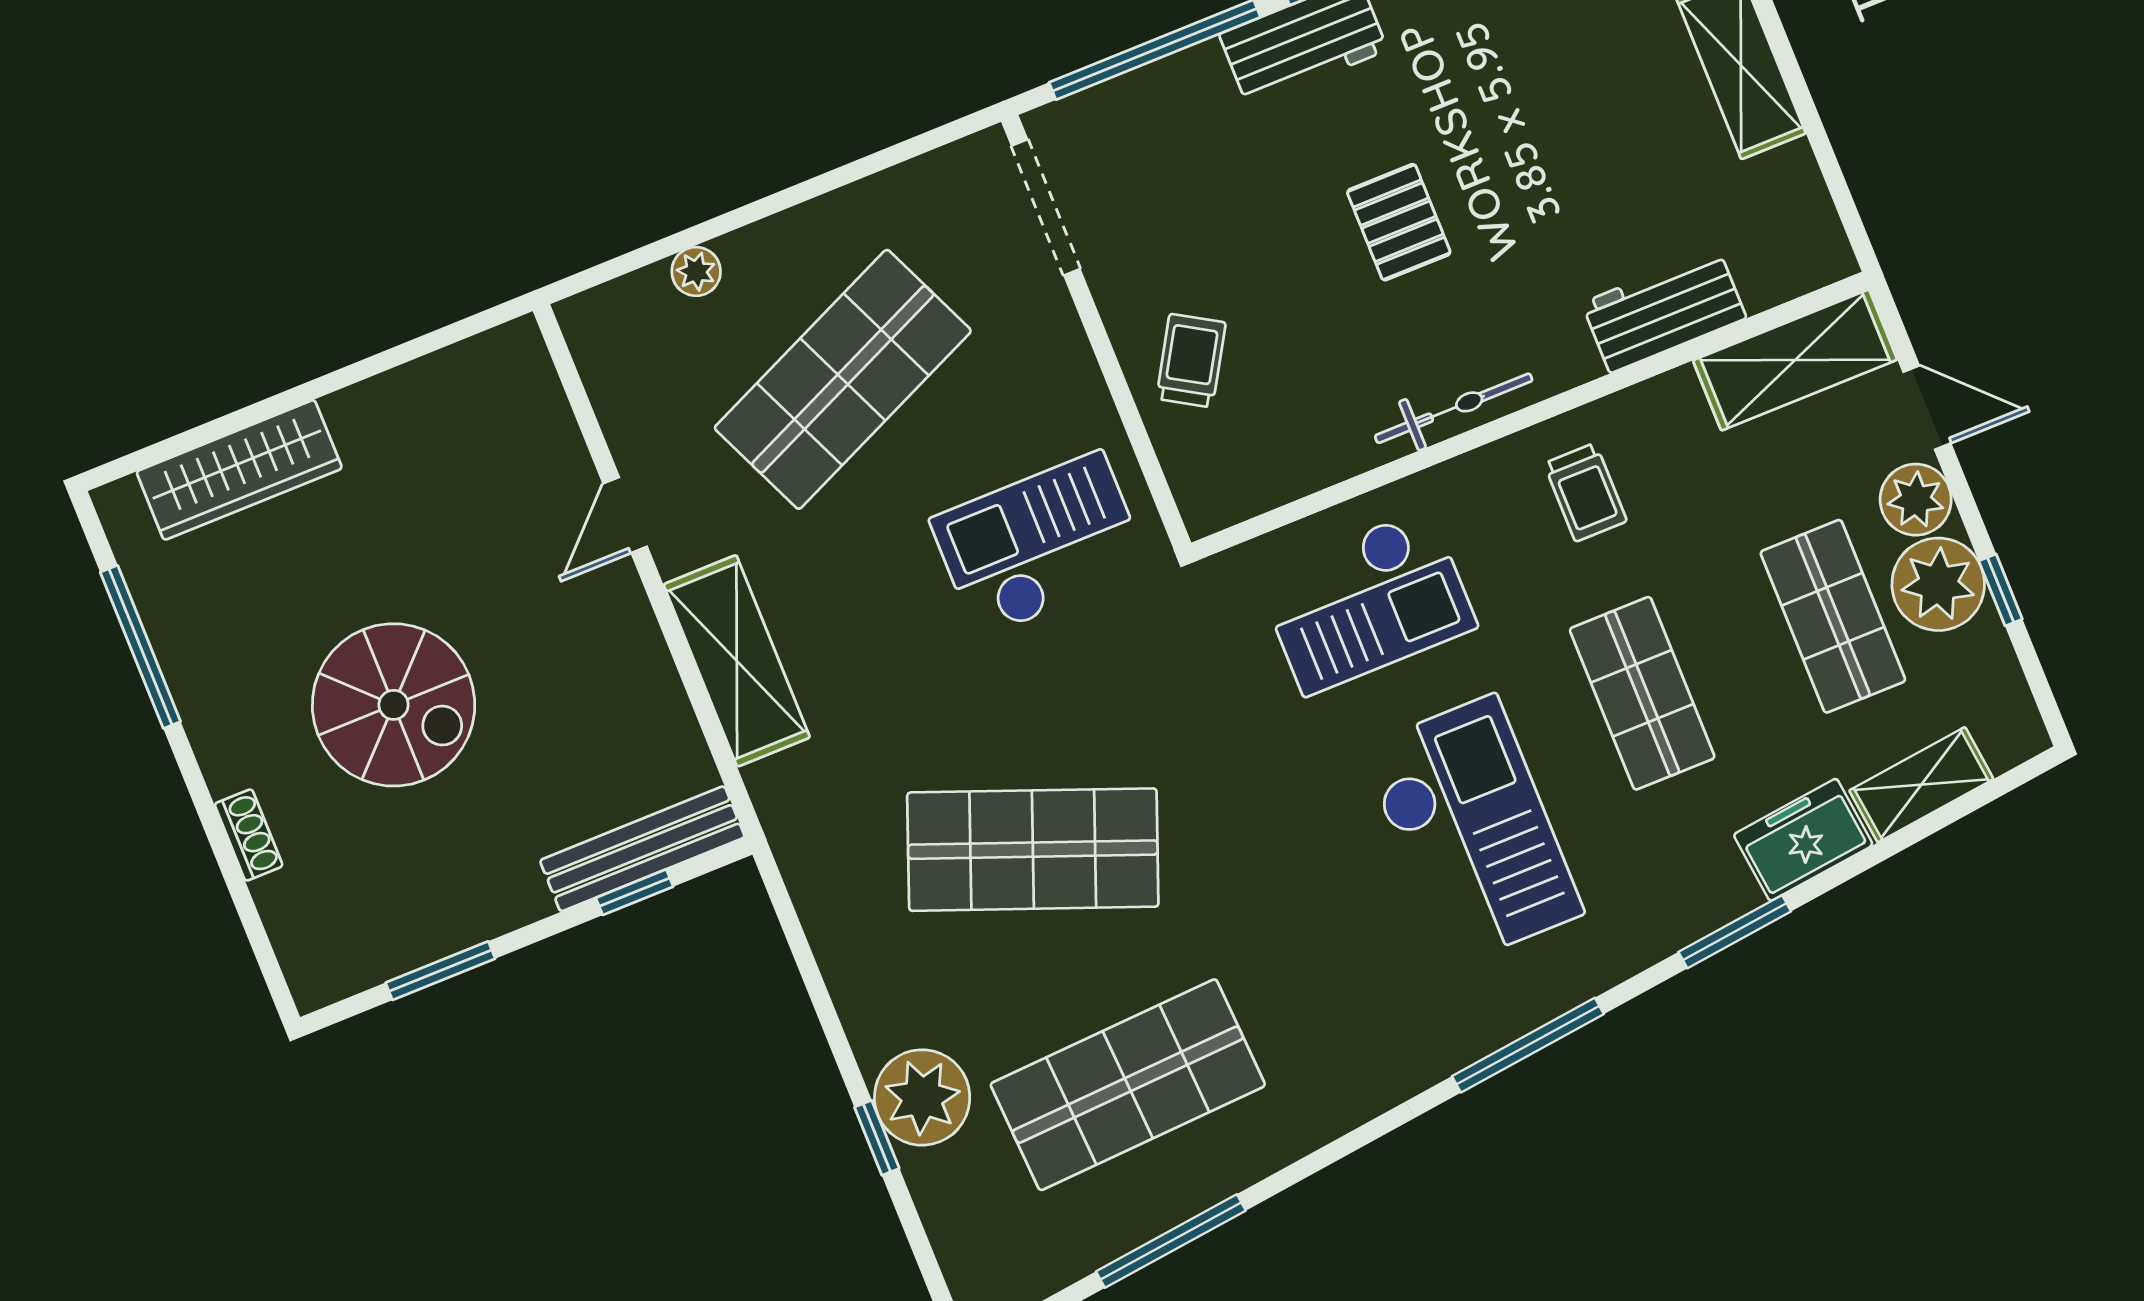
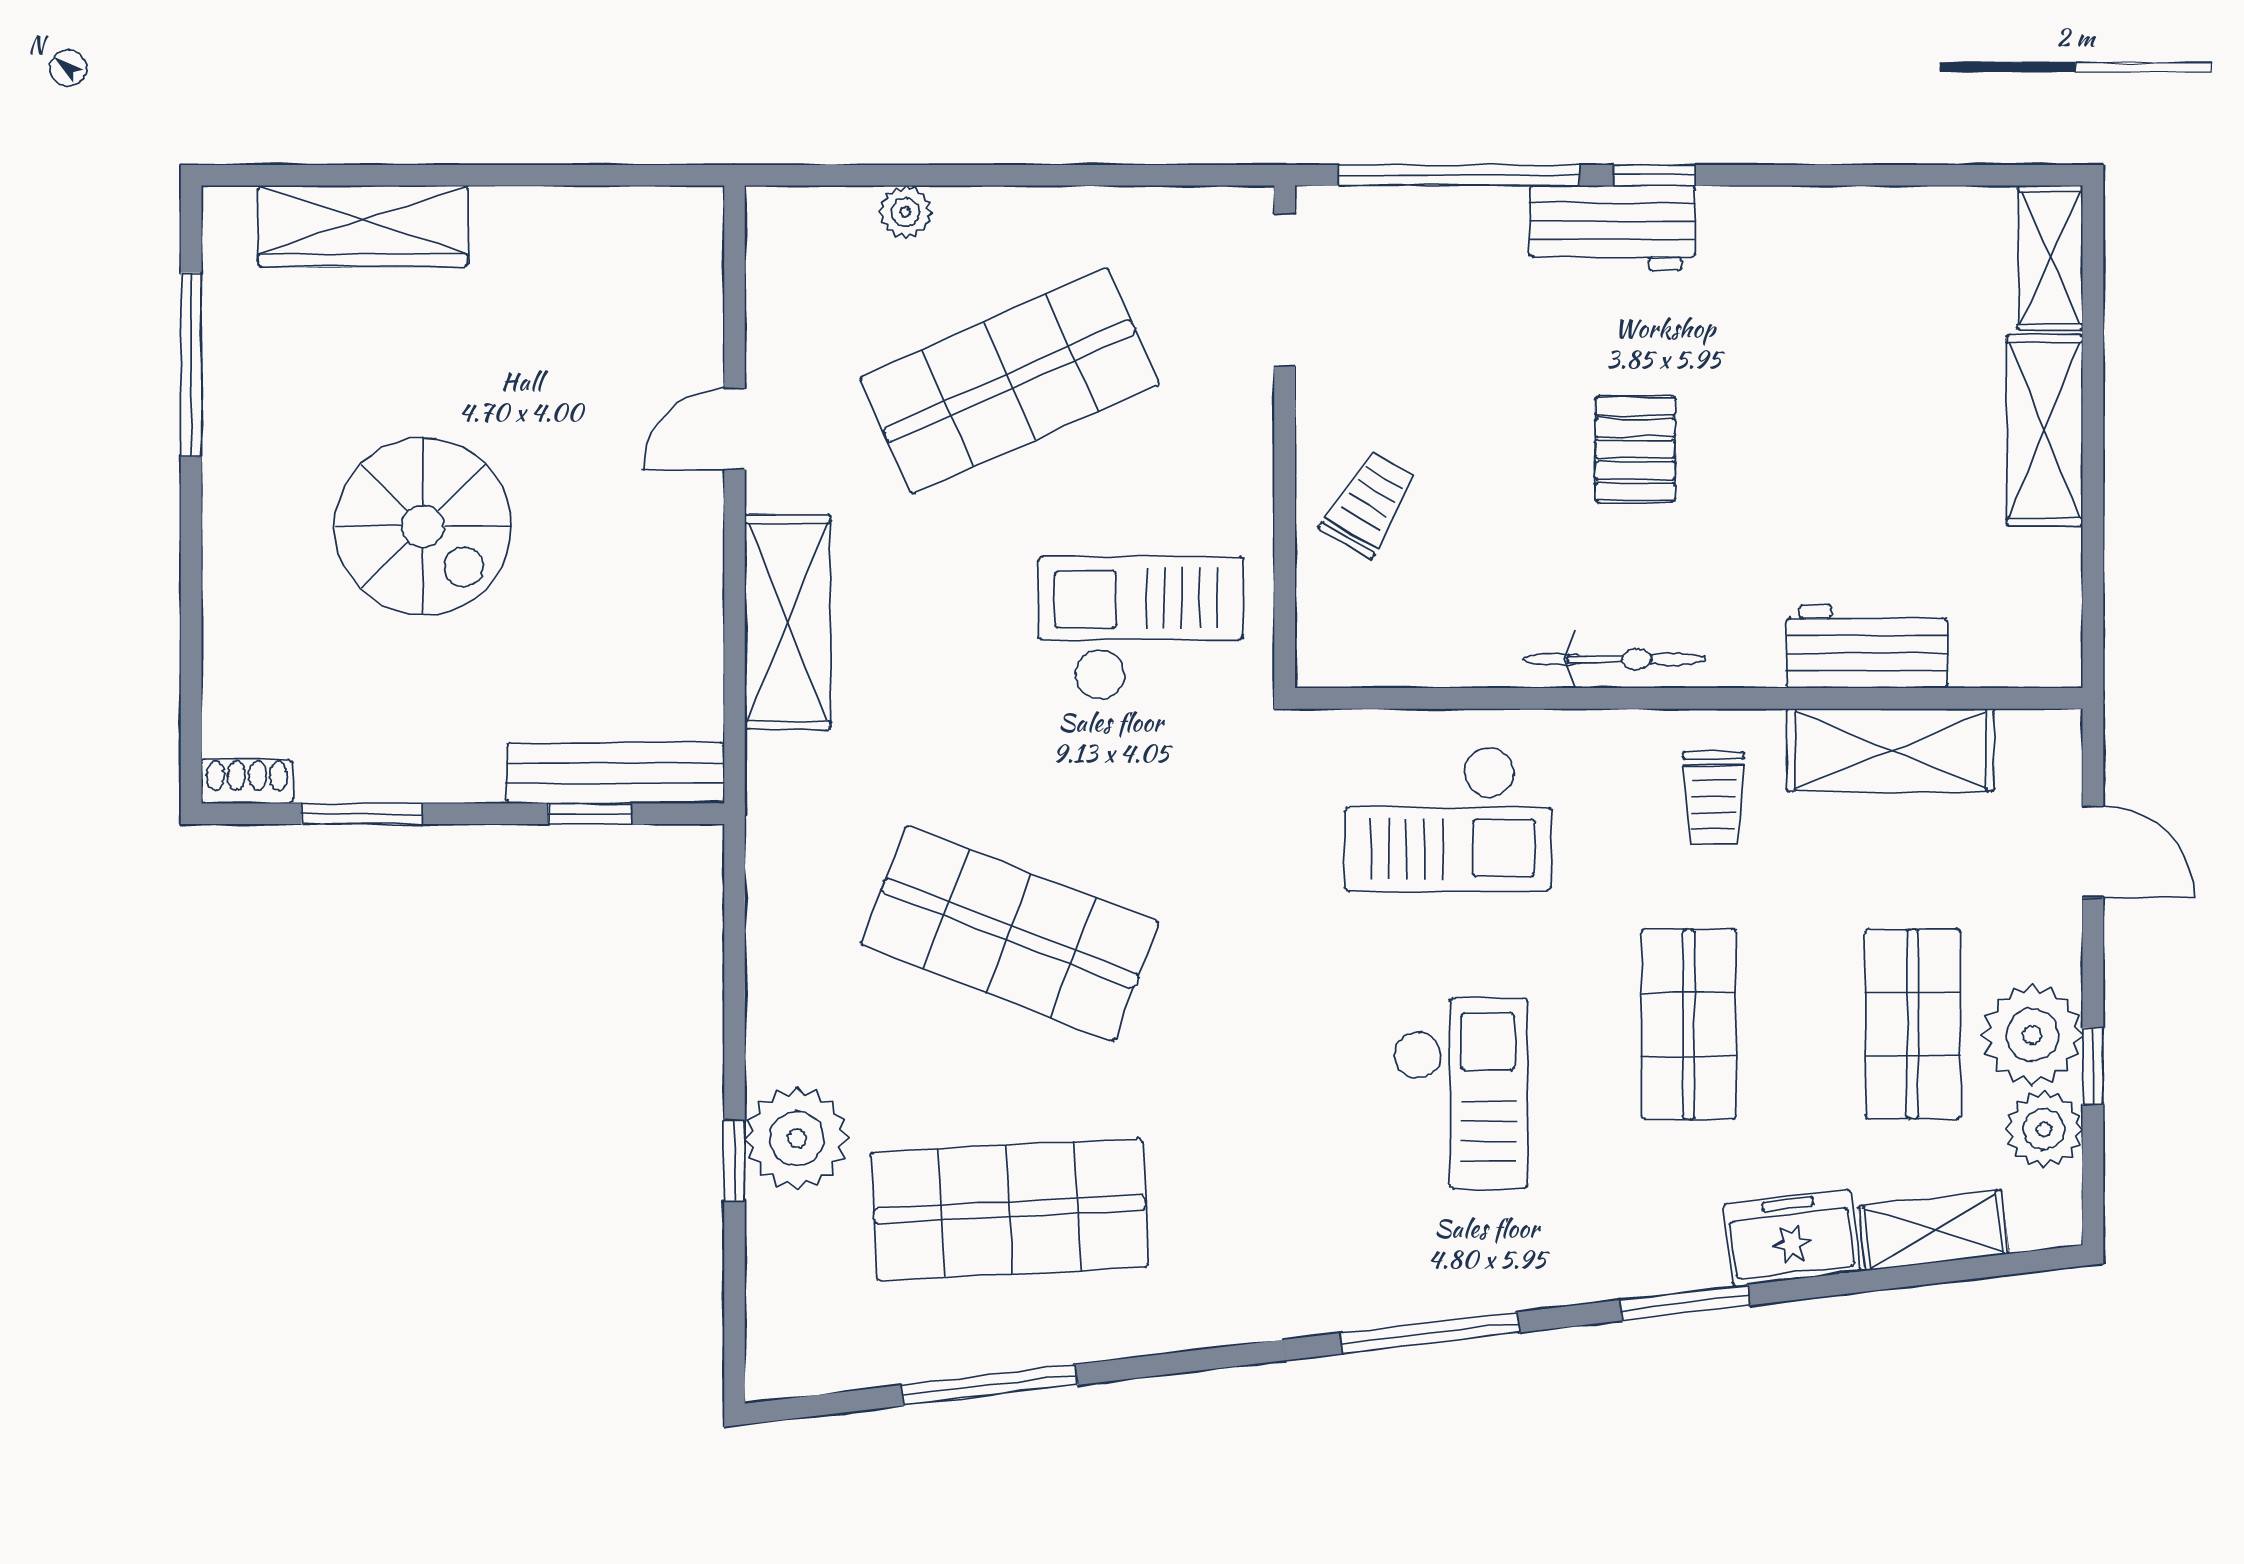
shelving: (1795, 360) -> (1891, 750), moved
plant: (1916, 500) -> (2044, 1129), moved
checkout: (1472, 831) -> (1461, 1093), width x0.73, depth x0.83
shoe rack: (249, 835) -> (247, 781), moved, turned -90

